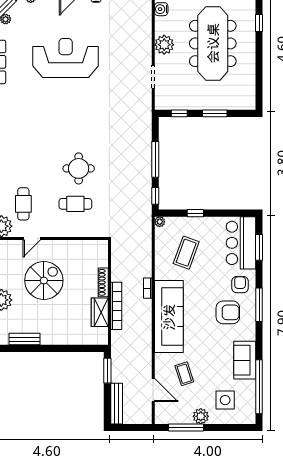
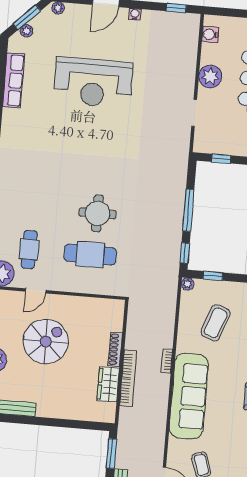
reception desk: (66, 58) -> (93, 82), turned 180
cafe table: (75, 204) -> (90, 255), width x1.37, depth x1.35
window: (195, 213) -> (213, 276), moved

